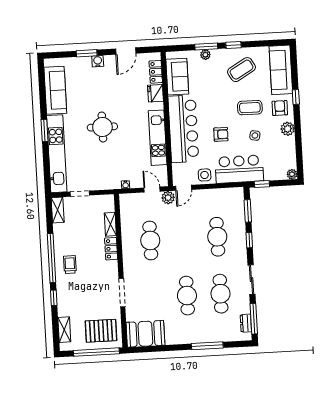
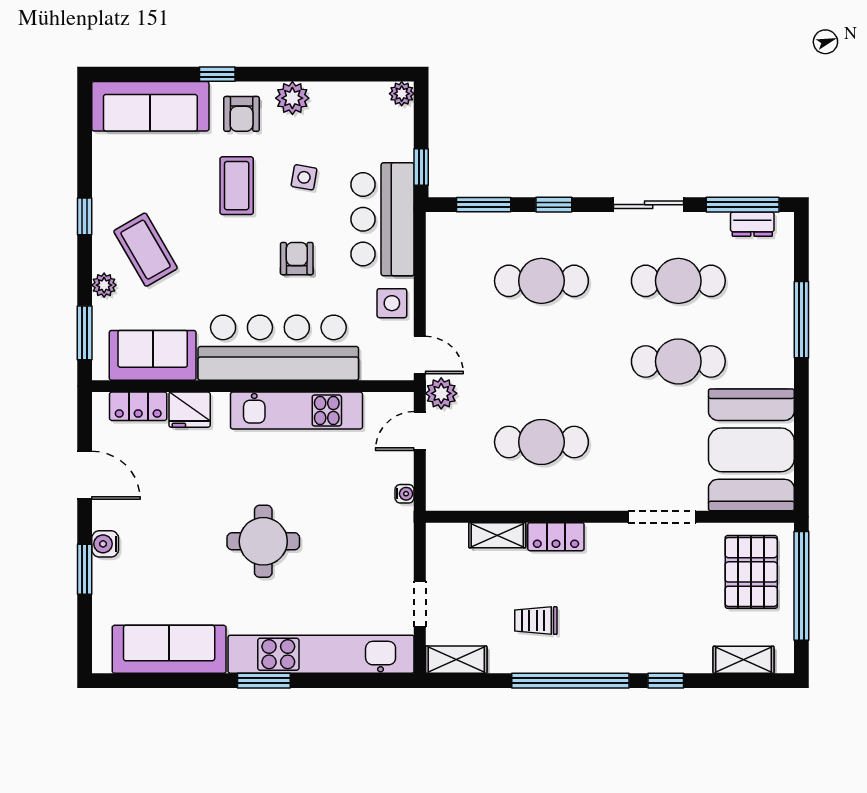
window: (206, 47) -> (85, 333), moved
coffee table: (241, 70) -> (146, 250), moved
armchair: (280, 108) -> (242, 114), turned -90
trolley: (70, 265) -> (536, 621), moved
booth: (145, 334) -> (751, 450), width x1.36, depth x1.42

